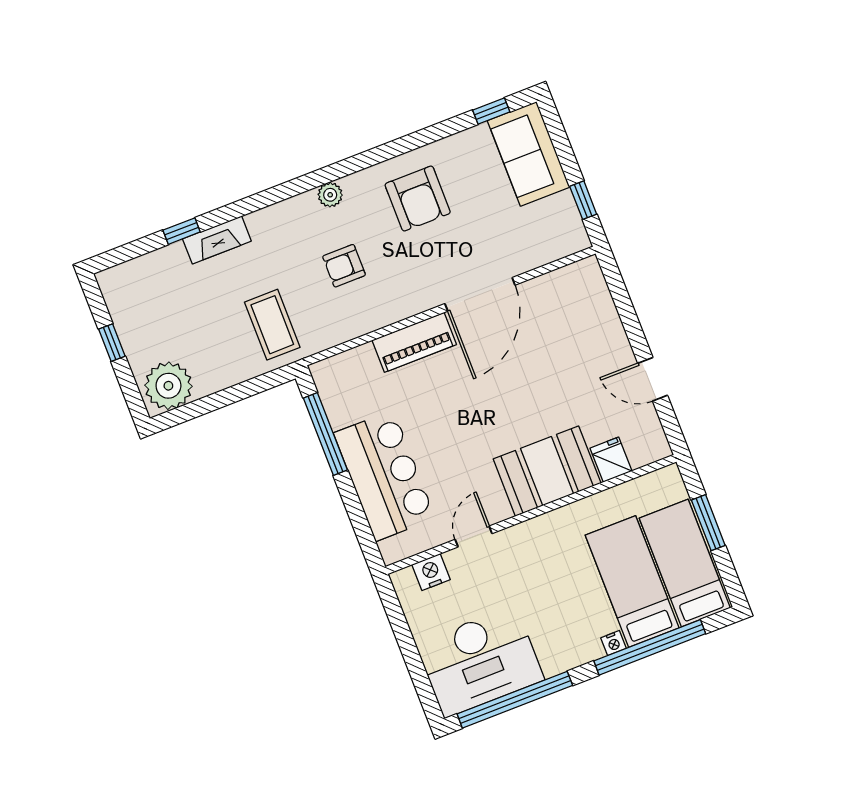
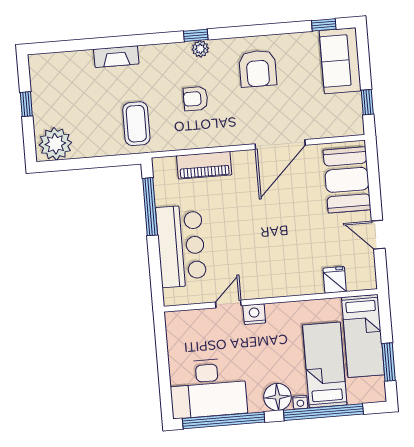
window: (182, 231) -> (196, 35), moved
piano: (414, 342) -> (204, 165), moved
booth: (547, 471) -> (347, 180), moved, turned 90
window: (708, 523) -> (389, 362), moved
bed: (685, 563) -> (363, 336), moved, turned 180
nightstand: (431, 572) -> (254, 314), moved
floor lamp: (580, 645) -> (277, 397), added

